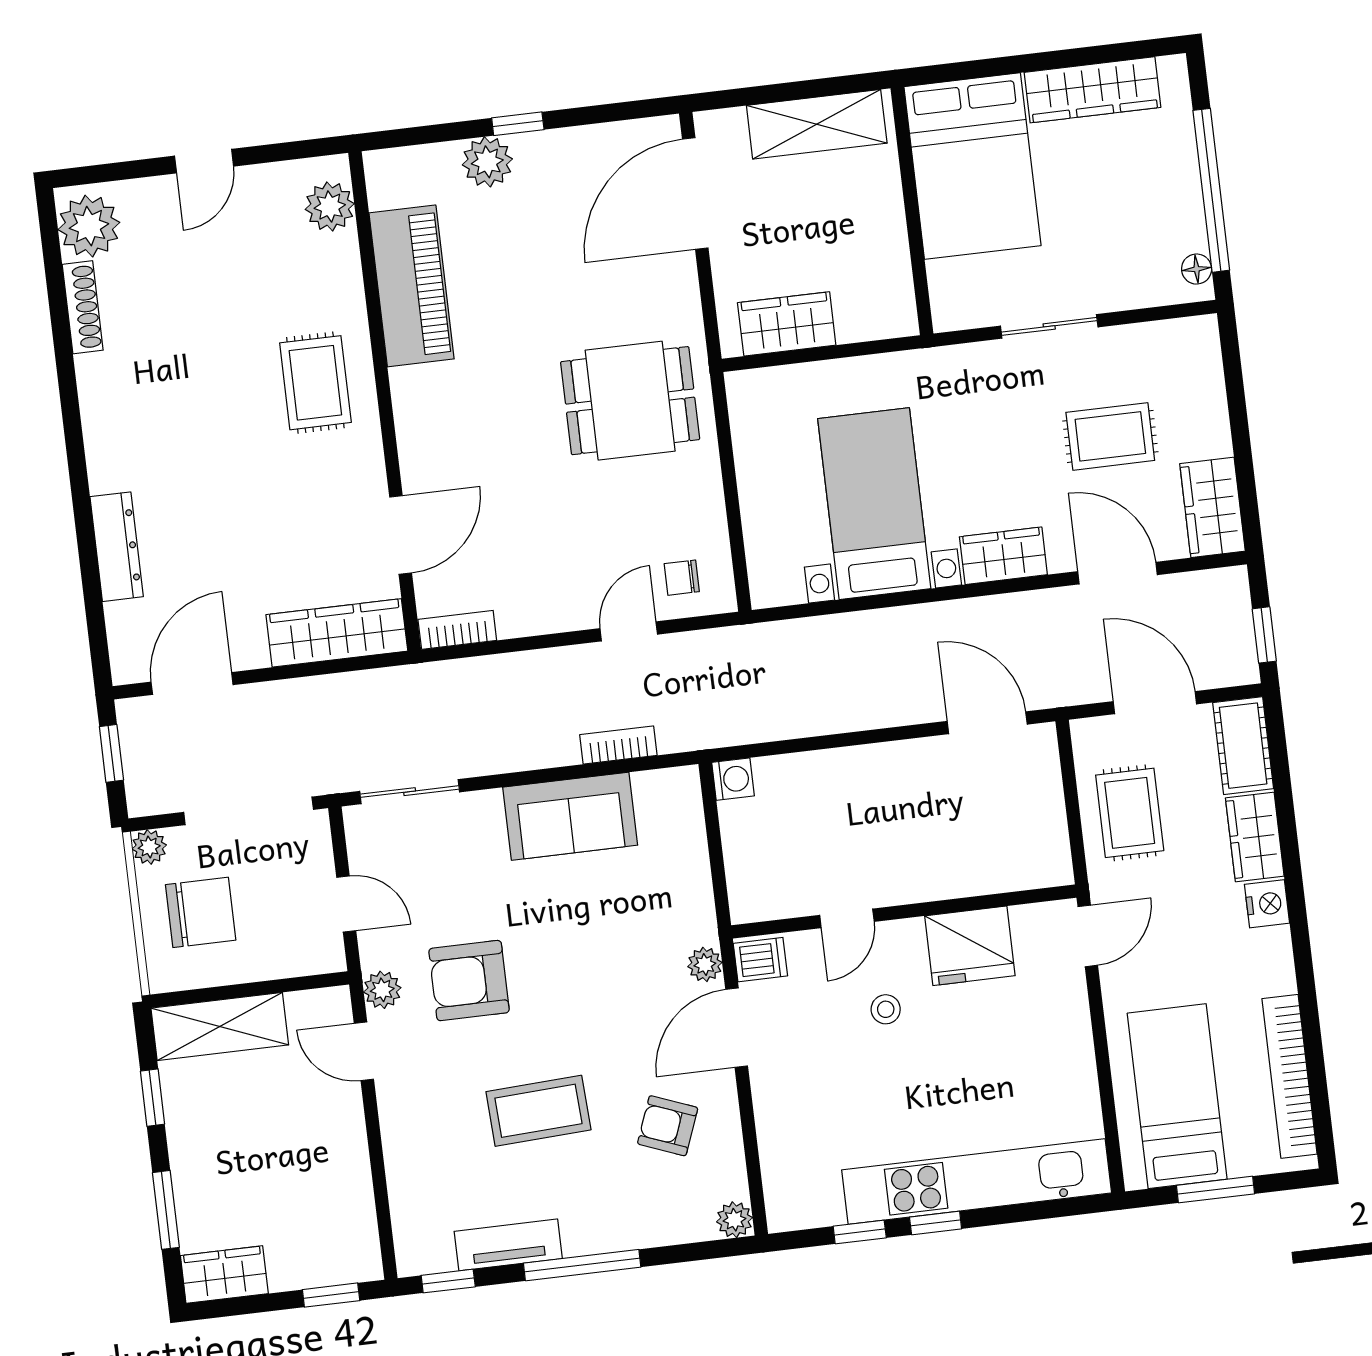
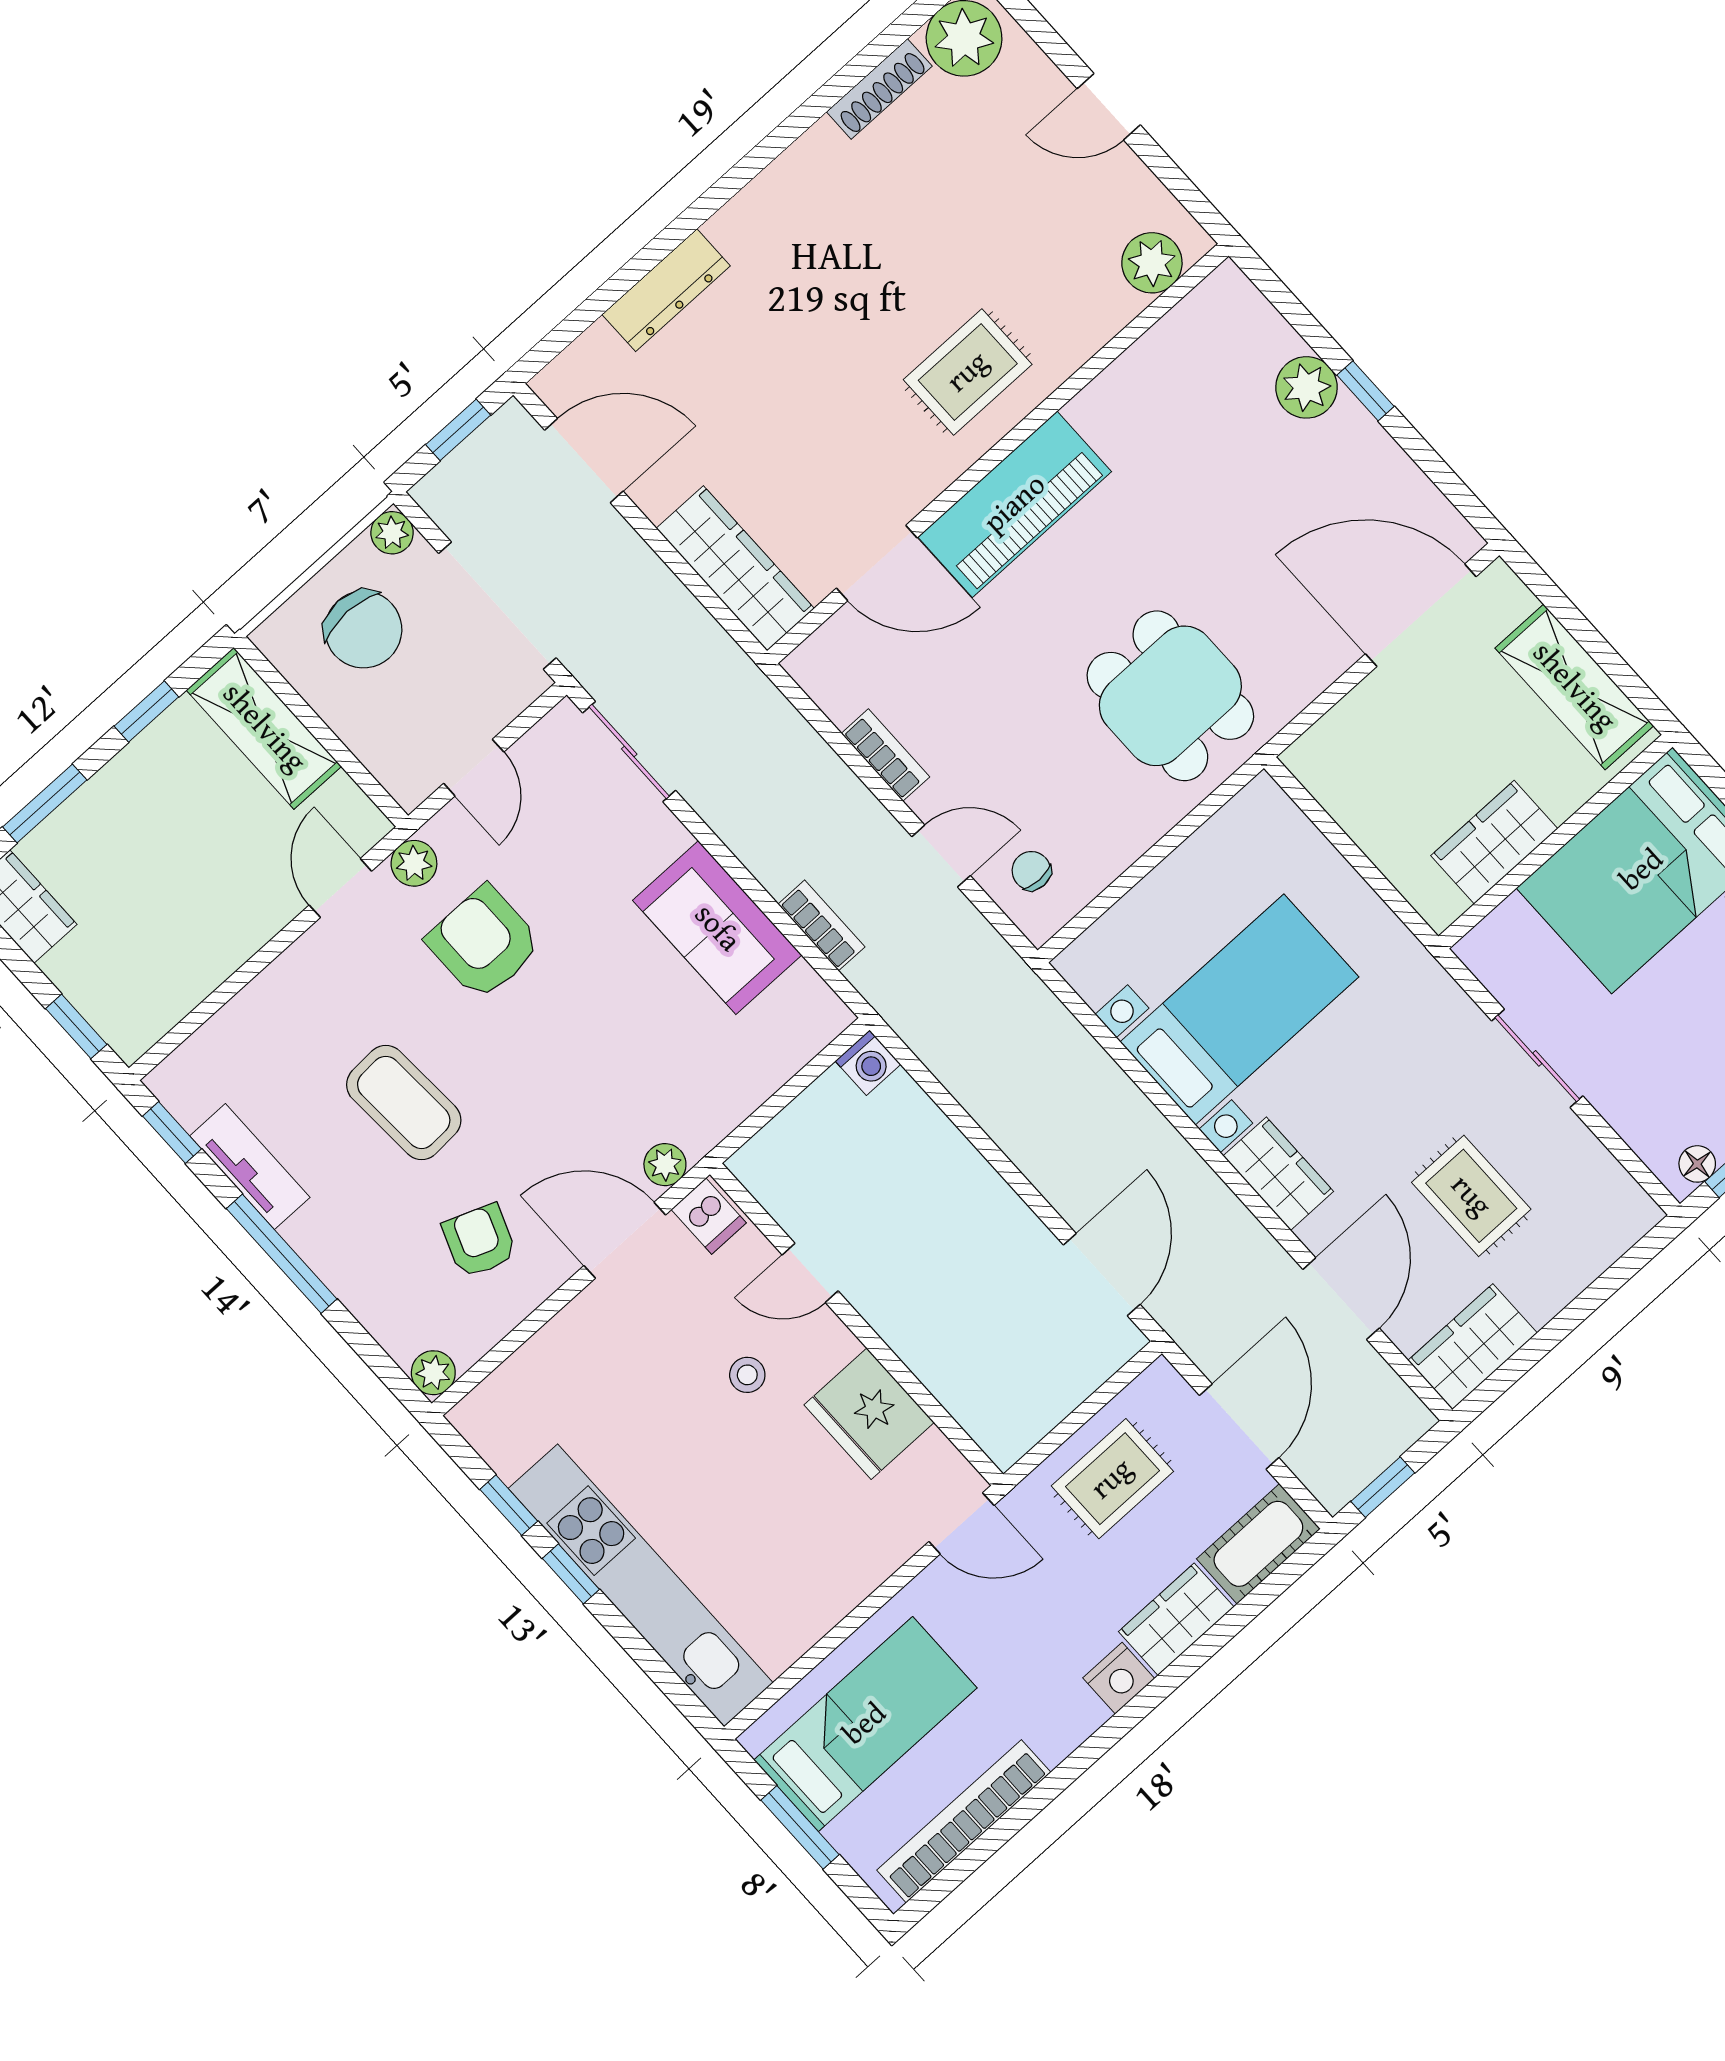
piano: (412, 286) -> (1015, 504), moved
wardrobe: (787, 324) -> (1494, 842), moved, turned -90
bookcase: (457, 630) -> (885, 755), moved

